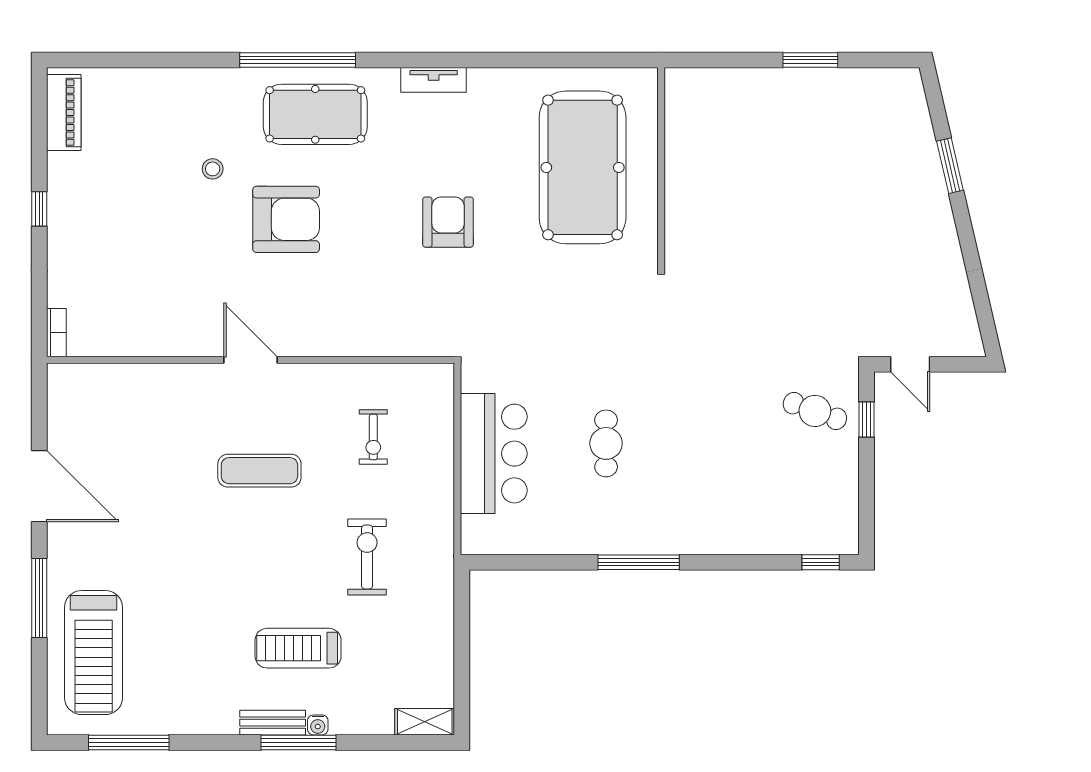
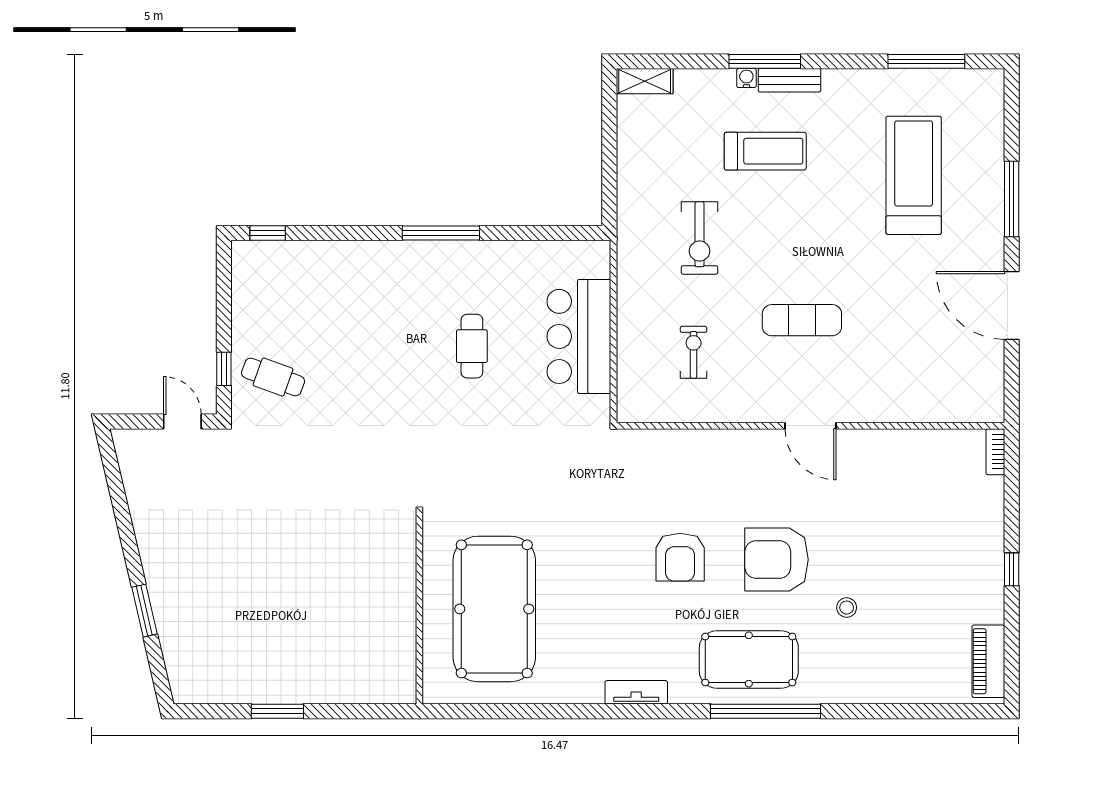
armchair: (448, 222) -> (680, 557), moved
treadmill: (94, 653) -> (914, 175), moved

